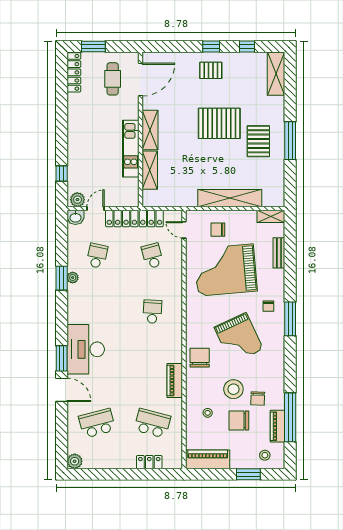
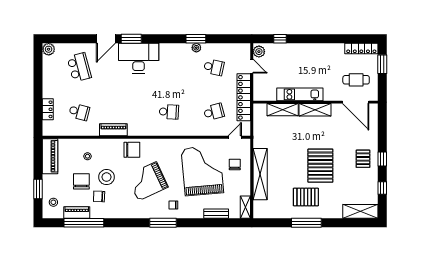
washbasin: (75, 217) -> (245, 50), removed
school desk: (152, 423) -> (79, 112), width x0.54

